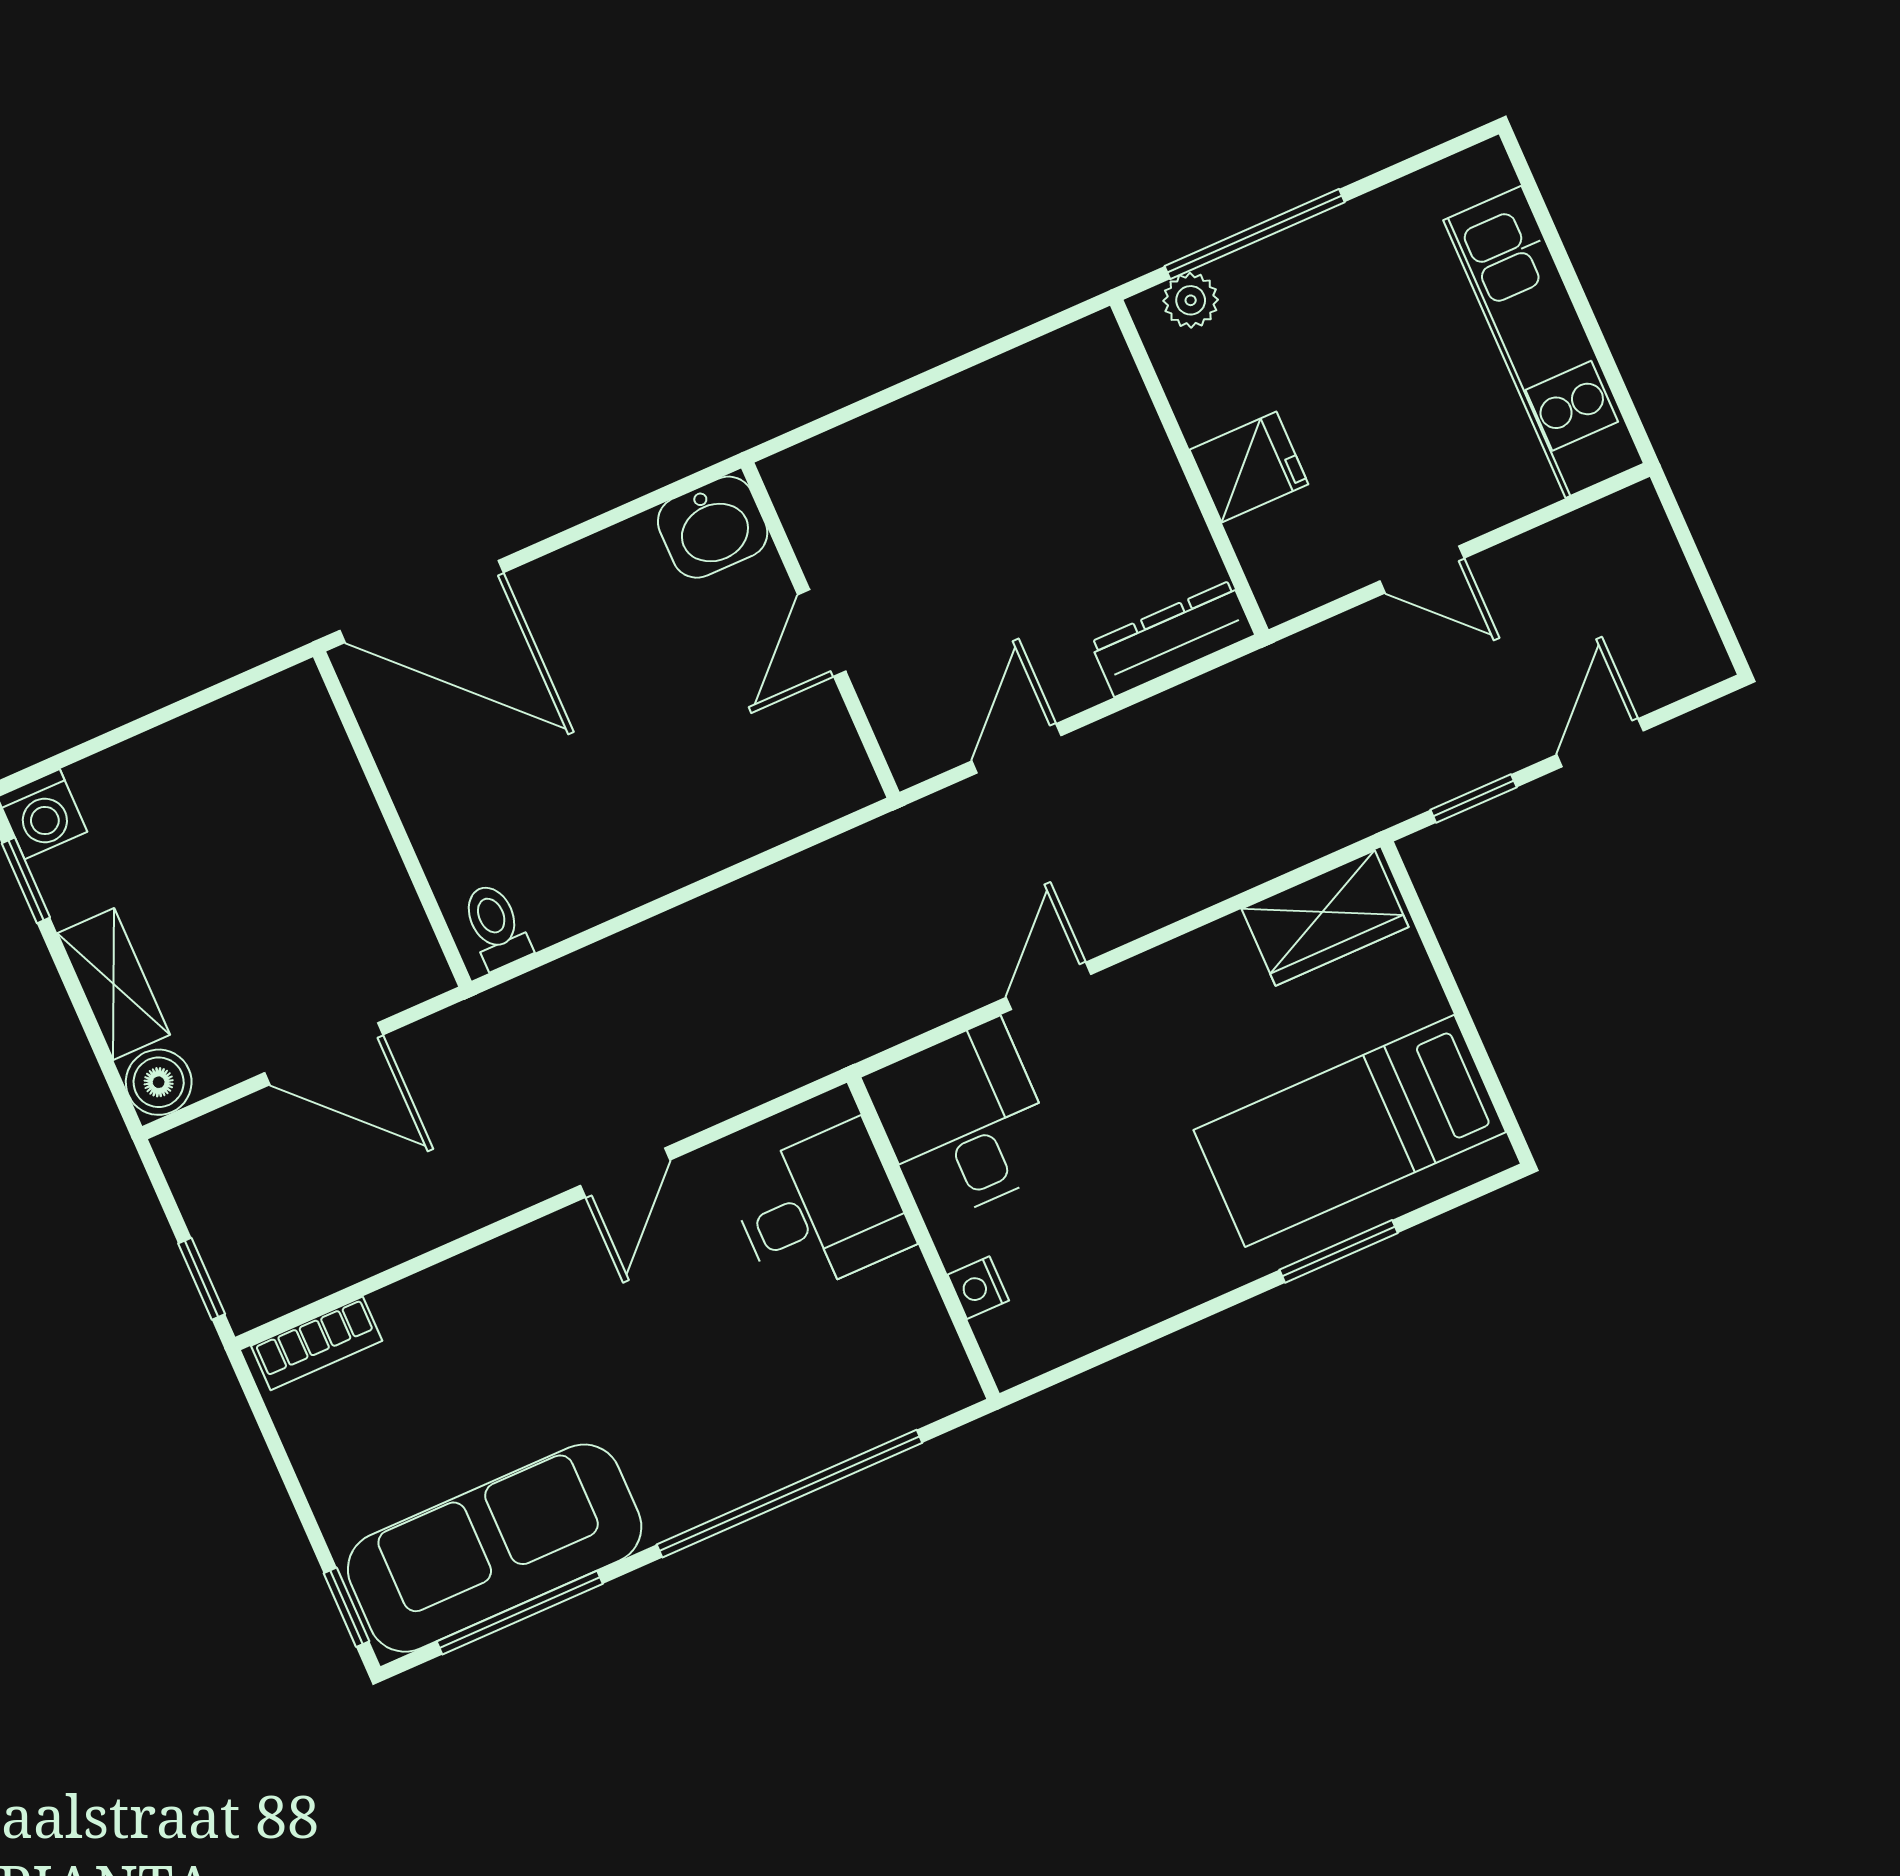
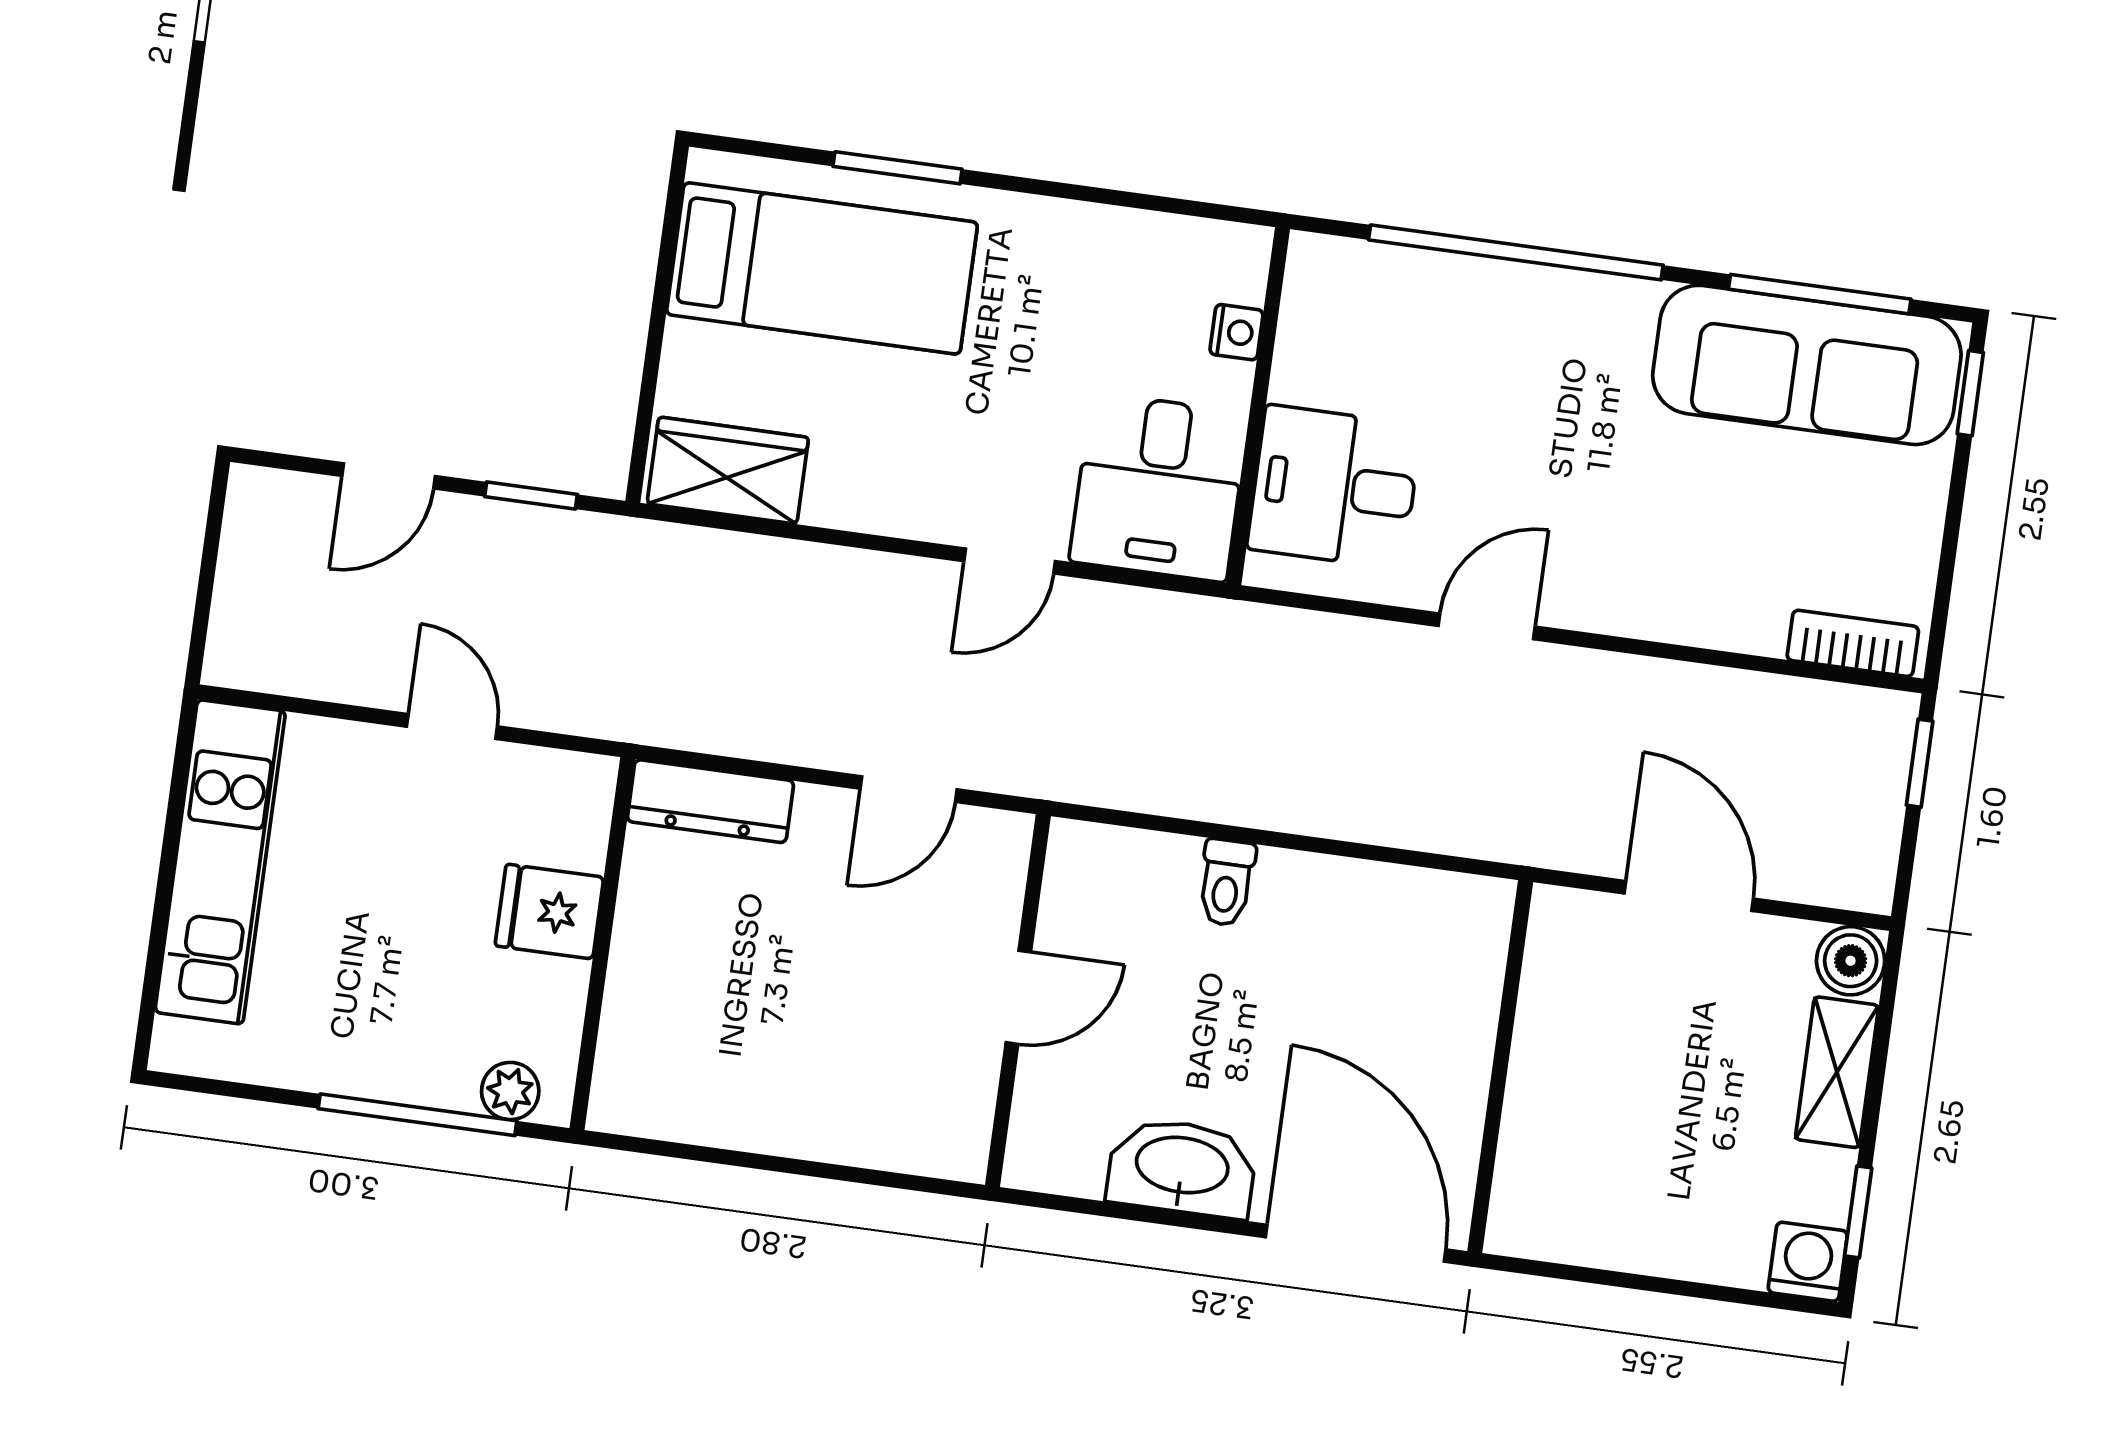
washbasin: (713, 527) -> (1182, 1168), moved, width x1.38
toilet: (496, 926) -> (1226, 883), moved

